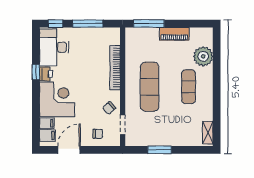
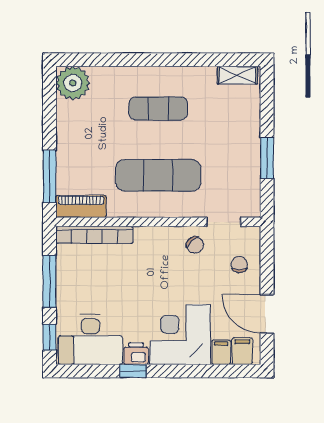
piano: (174, 34) -> (81, 206), moved, turned -90
plant: (203, 56) -> (73, 83), moved
bookcase: (115, 68) -> (94, 235), moved

